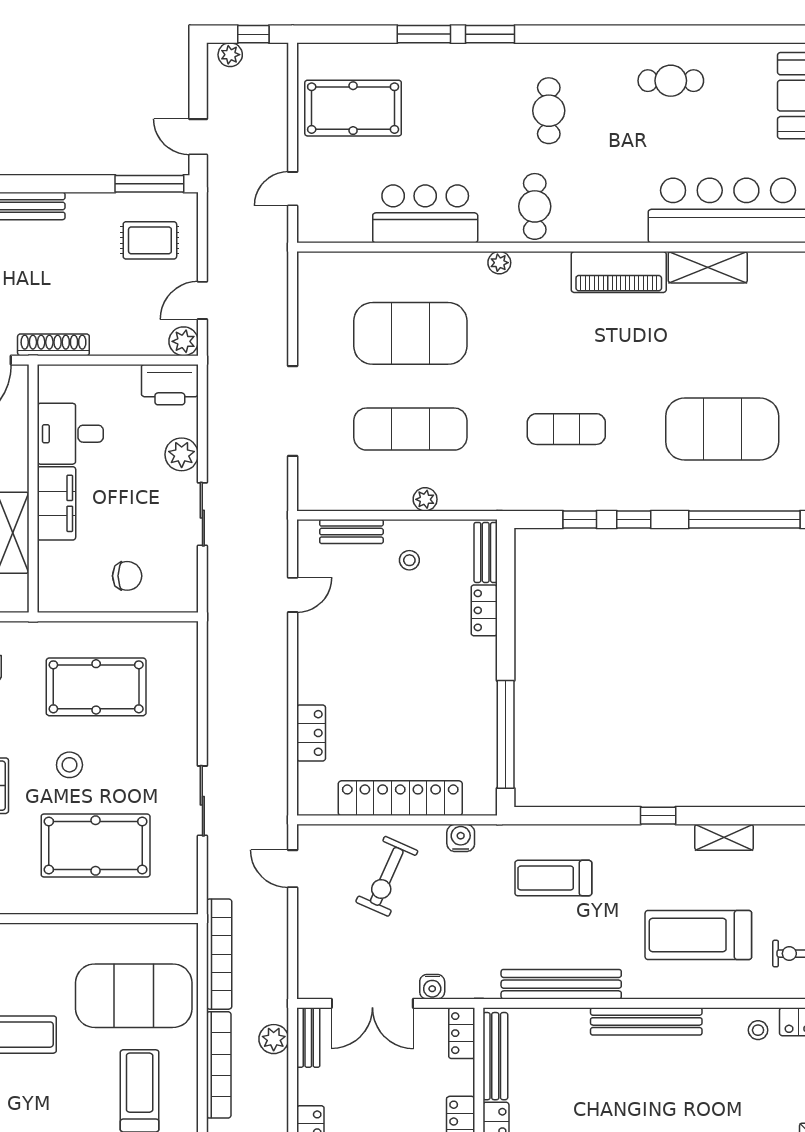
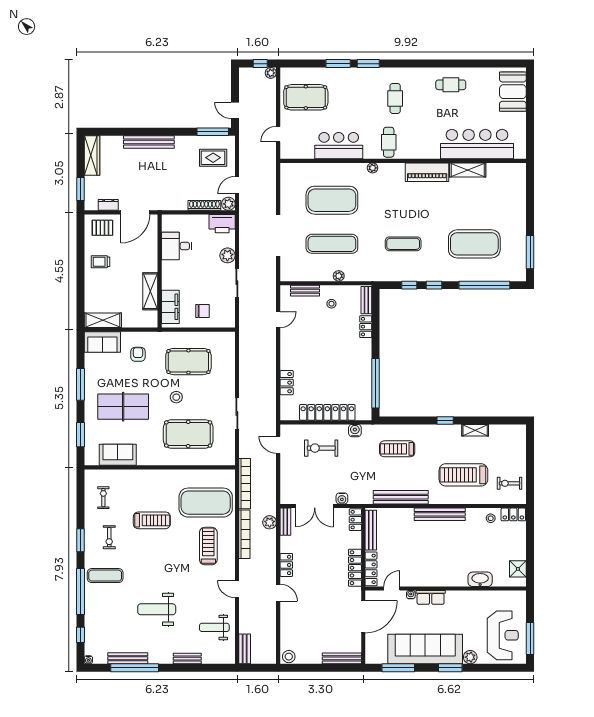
plant: (230, 55) -> (271, 73), moved
shoe rack: (53, 345) -> (204, 205), moved
filing cabinet: (56, 503) -> (170, 307), moved
exercise bike: (387, 876) -> (321, 448), turned 66

